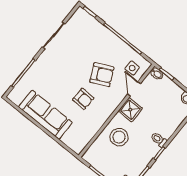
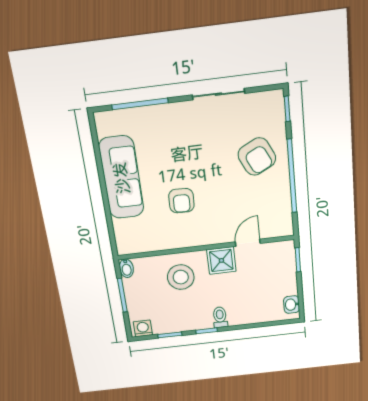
side table: (132, 68) -> (269, 219), removed
bidet: (157, 73) -> (126, 268), moved
armchair: (102, 75) -> (257, 157), moved

